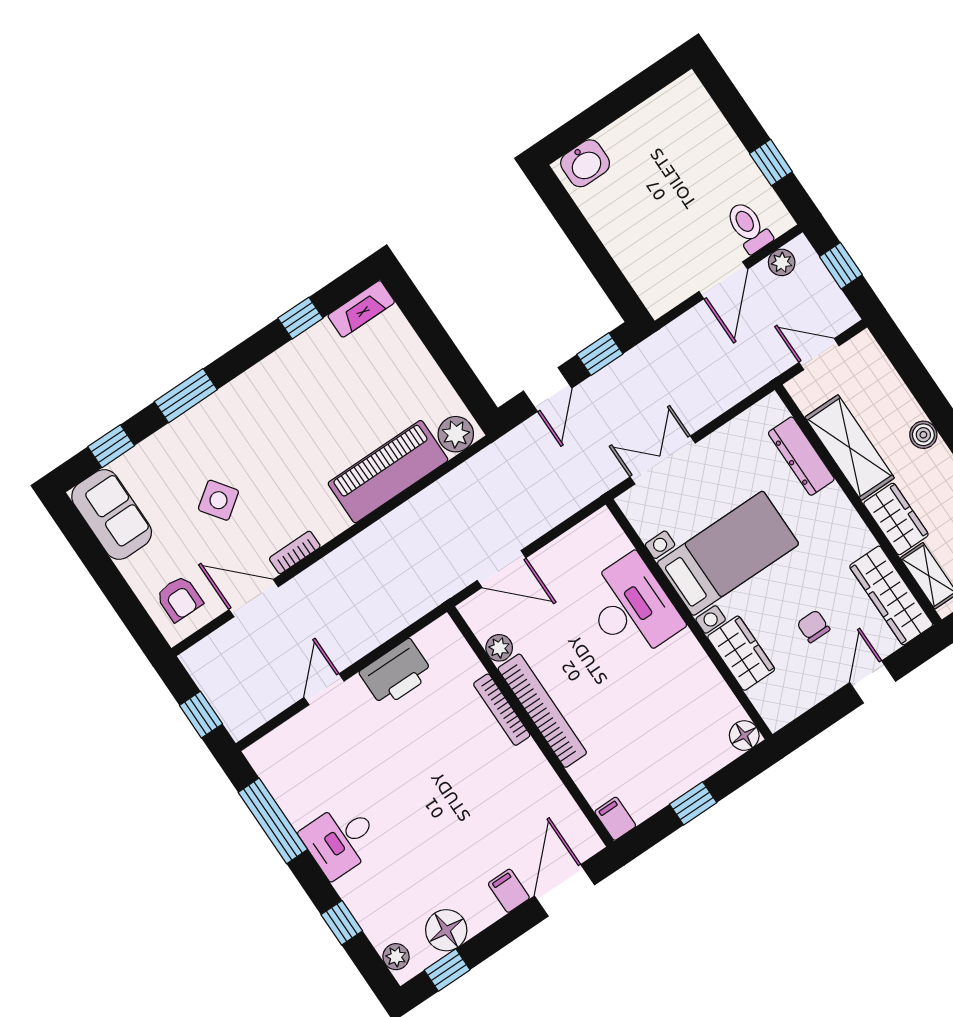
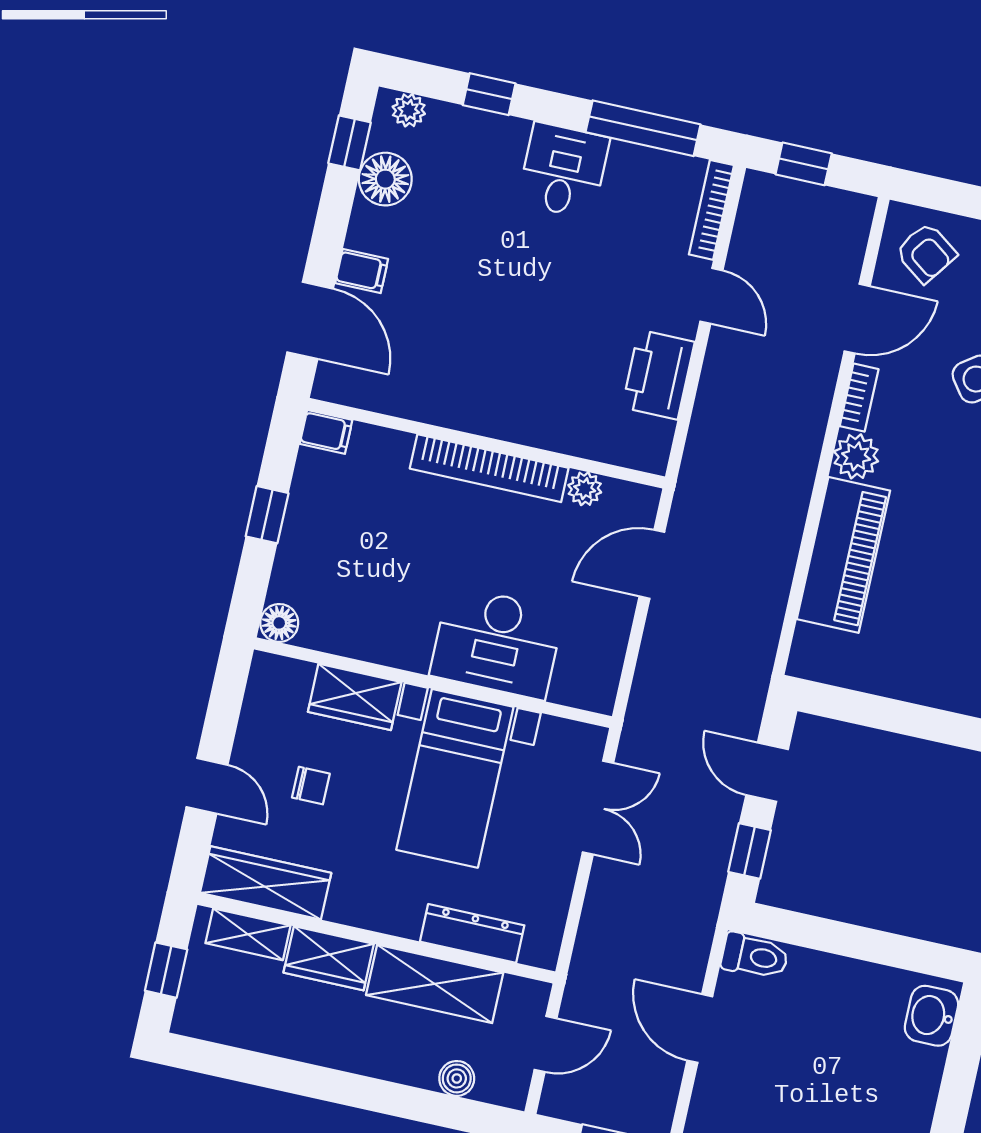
toilet: (749, 227) -> (755, 956), moved
plant: (782, 262) -> (661, 1096), removed
plant: (456, 434) -> (856, 456), moved
boiler: (923, 435) -> (457, 1078), moved
armchair: (179, 599) -> (926, 253), turned -144
bookcase: (502, 710) -> (711, 210), moved, turned -90

